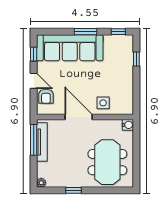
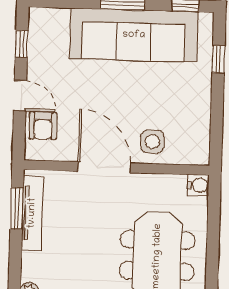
sofa: (70, 48) -> (134, 35), moved
window: (34, 140) -> (17, 209), width x0.69

